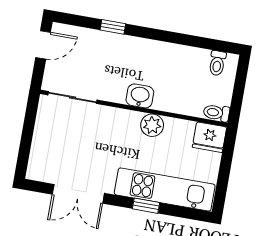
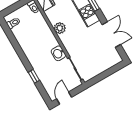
door: (43, 45) -> (64, 98), hinge flipped
washbasin: (140, 96) -> (58, 53), moved

